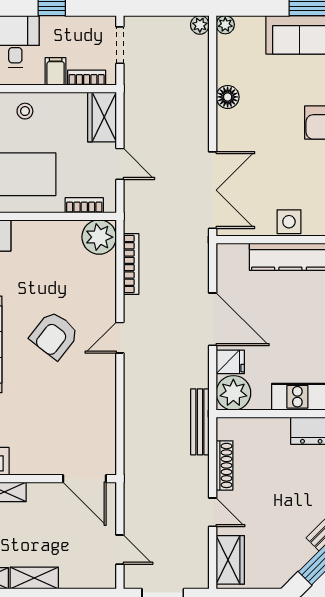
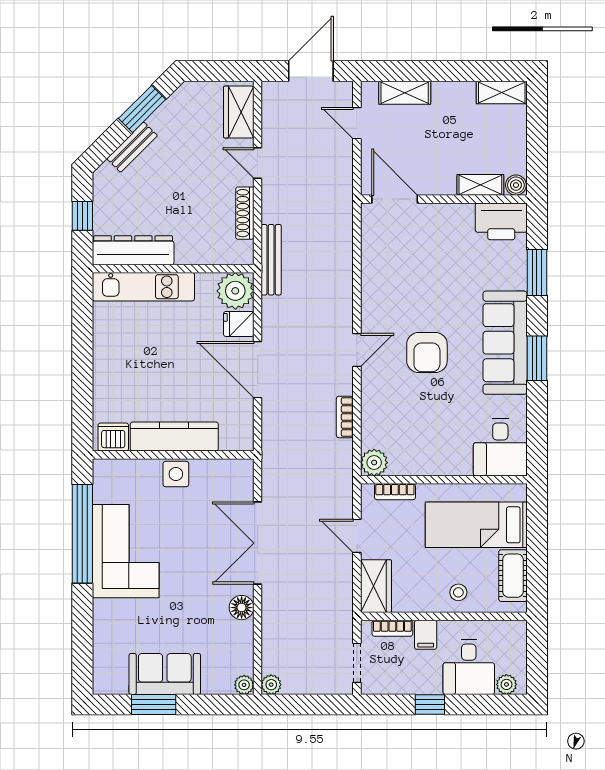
double door: (213, 190) -> (258, 543), moved
plant: (99, 237) -> (374, 463), width x0.73, depth x0.73
bookcase: (131, 264) -> (345, 417), width x0.64
armchair: (54, 335) -> (427, 353), turned 142
shelving: (34, 578) -> (405, 93), moved

